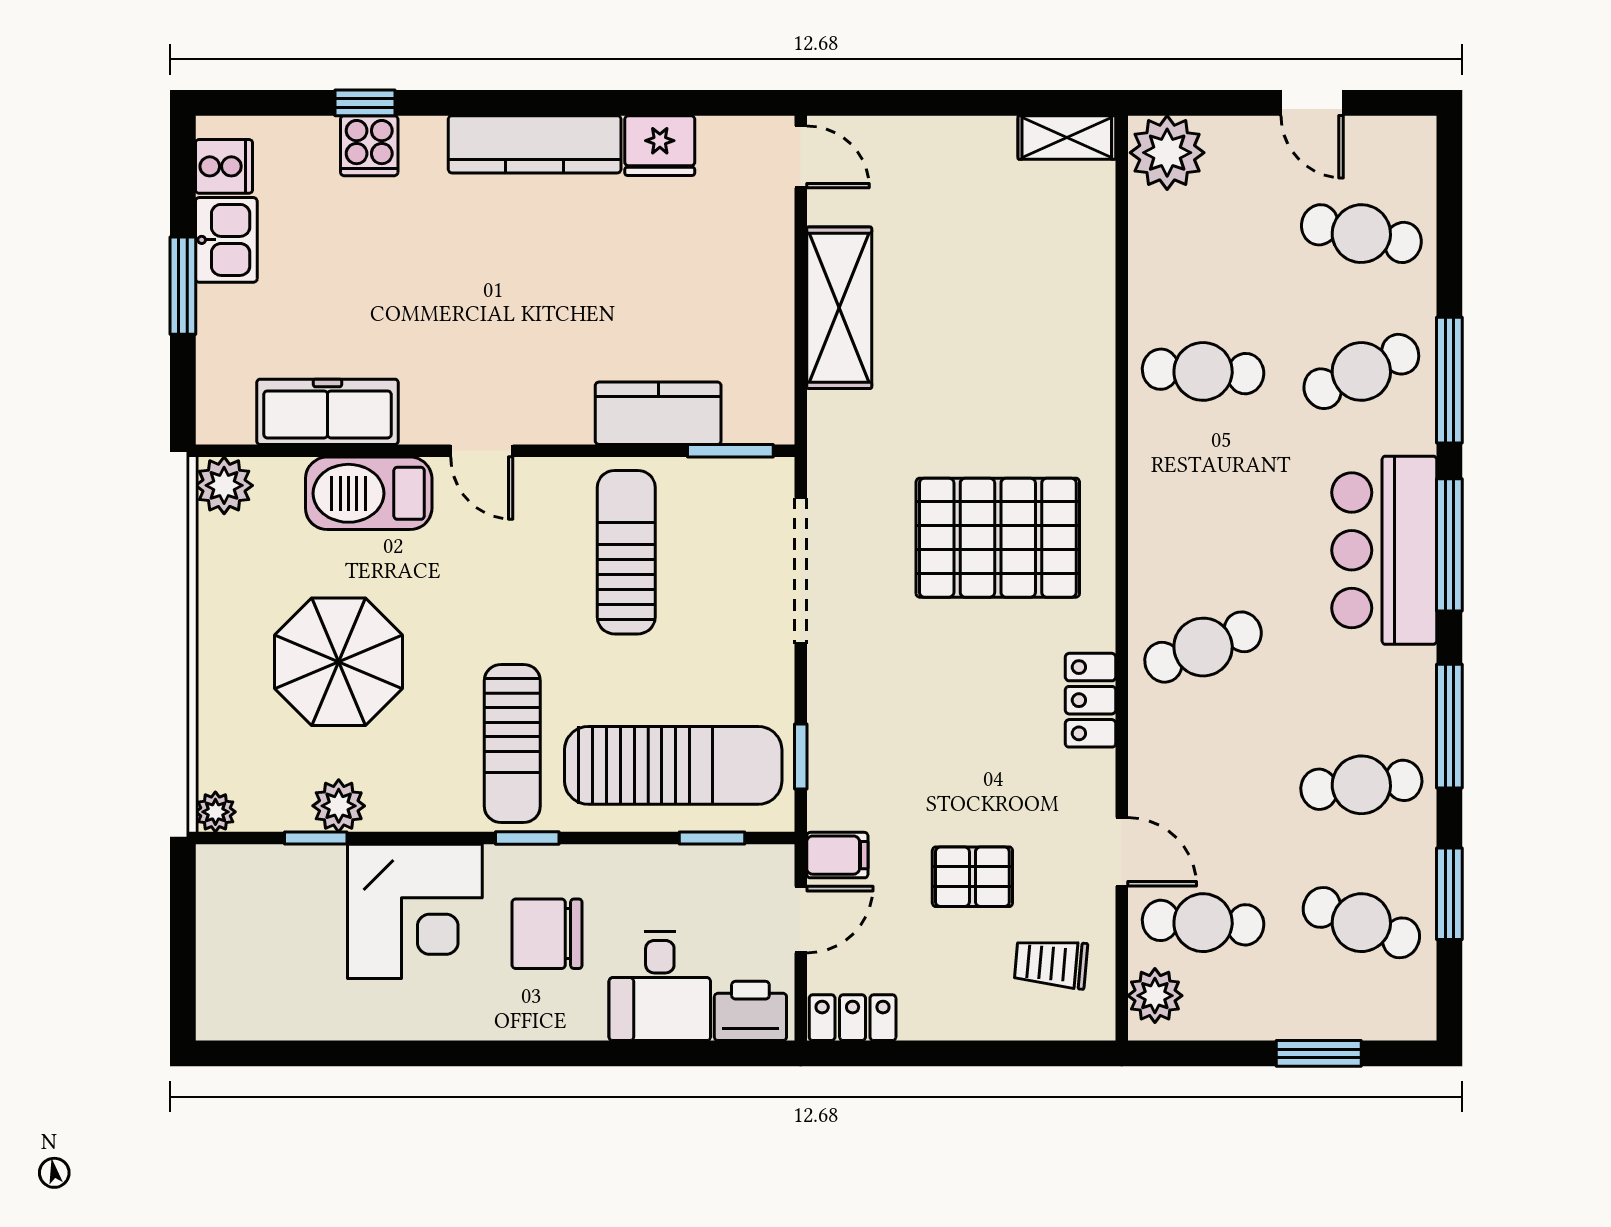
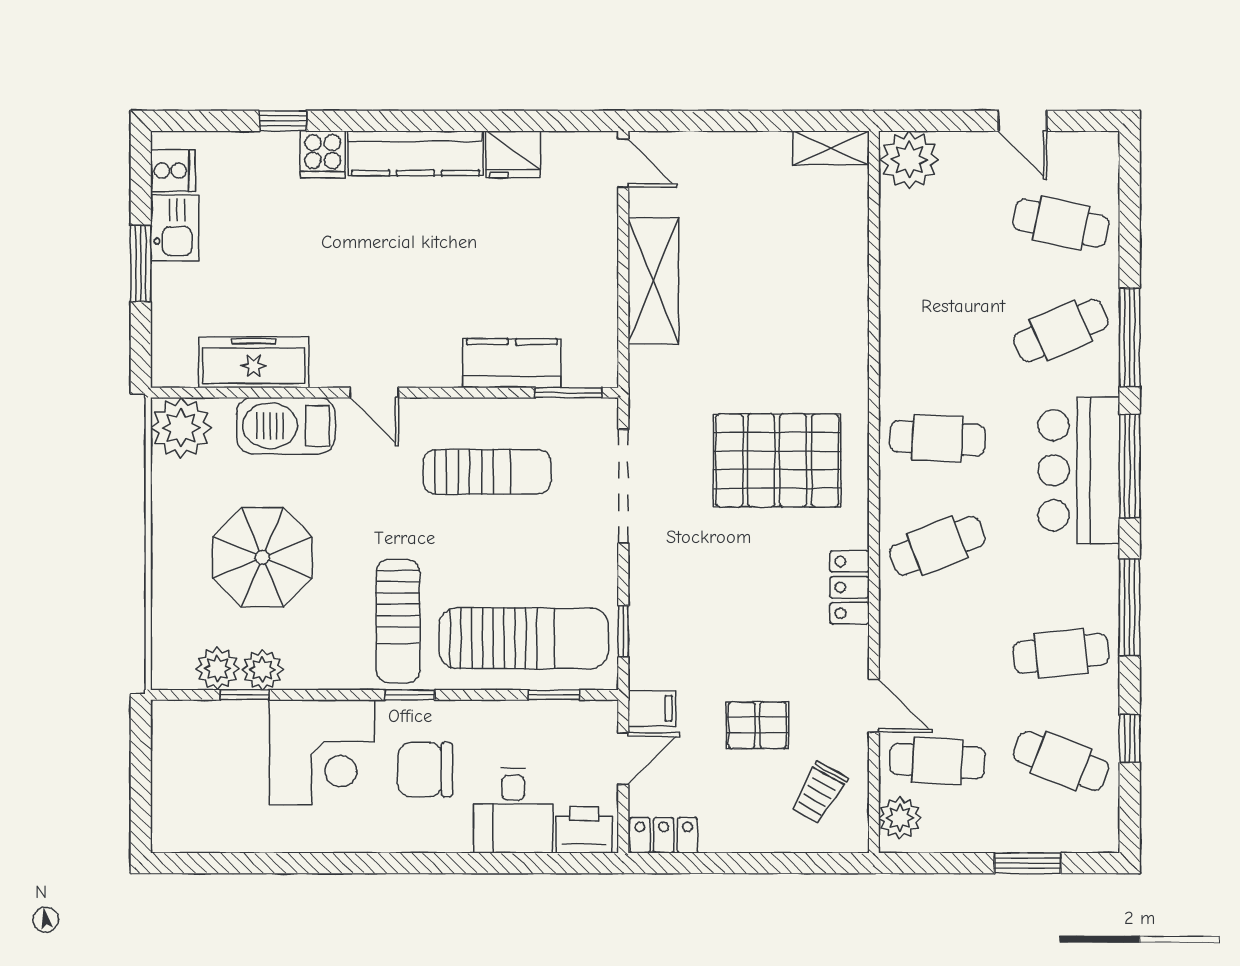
cooker: (369, 146) -> (323, 154), moved
cafe table: (1203, 371) -> (937, 438), moved
plant: (224, 485) -> (181, 428), width x1.36, depth x1.36
sun lounger: (626, 552) -> (487, 472), turned 90
plant: (215, 812) -> (217, 669), moved, width x1.38, depth x1.38
window: (1449, 894) -> (1130, 738), width x0.67
trolley: (1051, 963) -> (819, 793), turned -65

